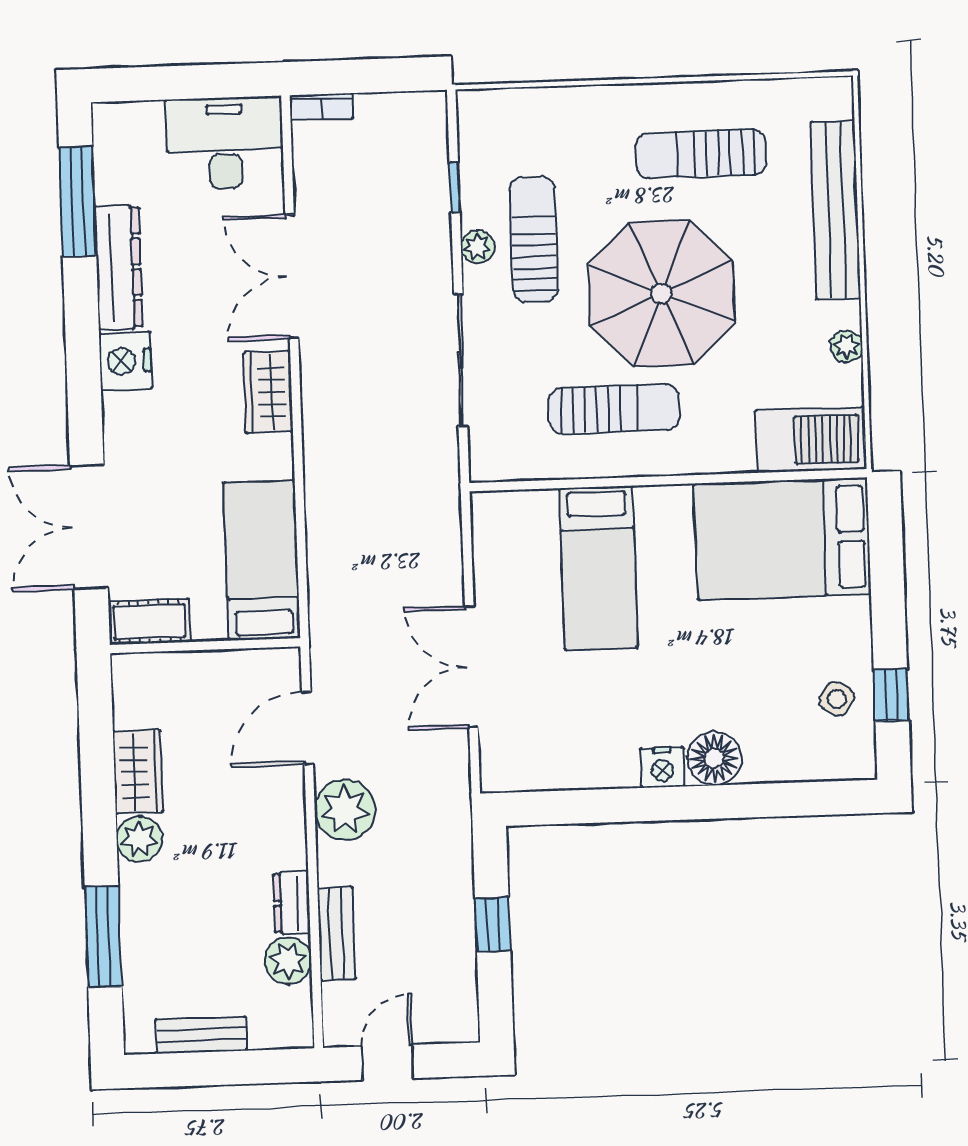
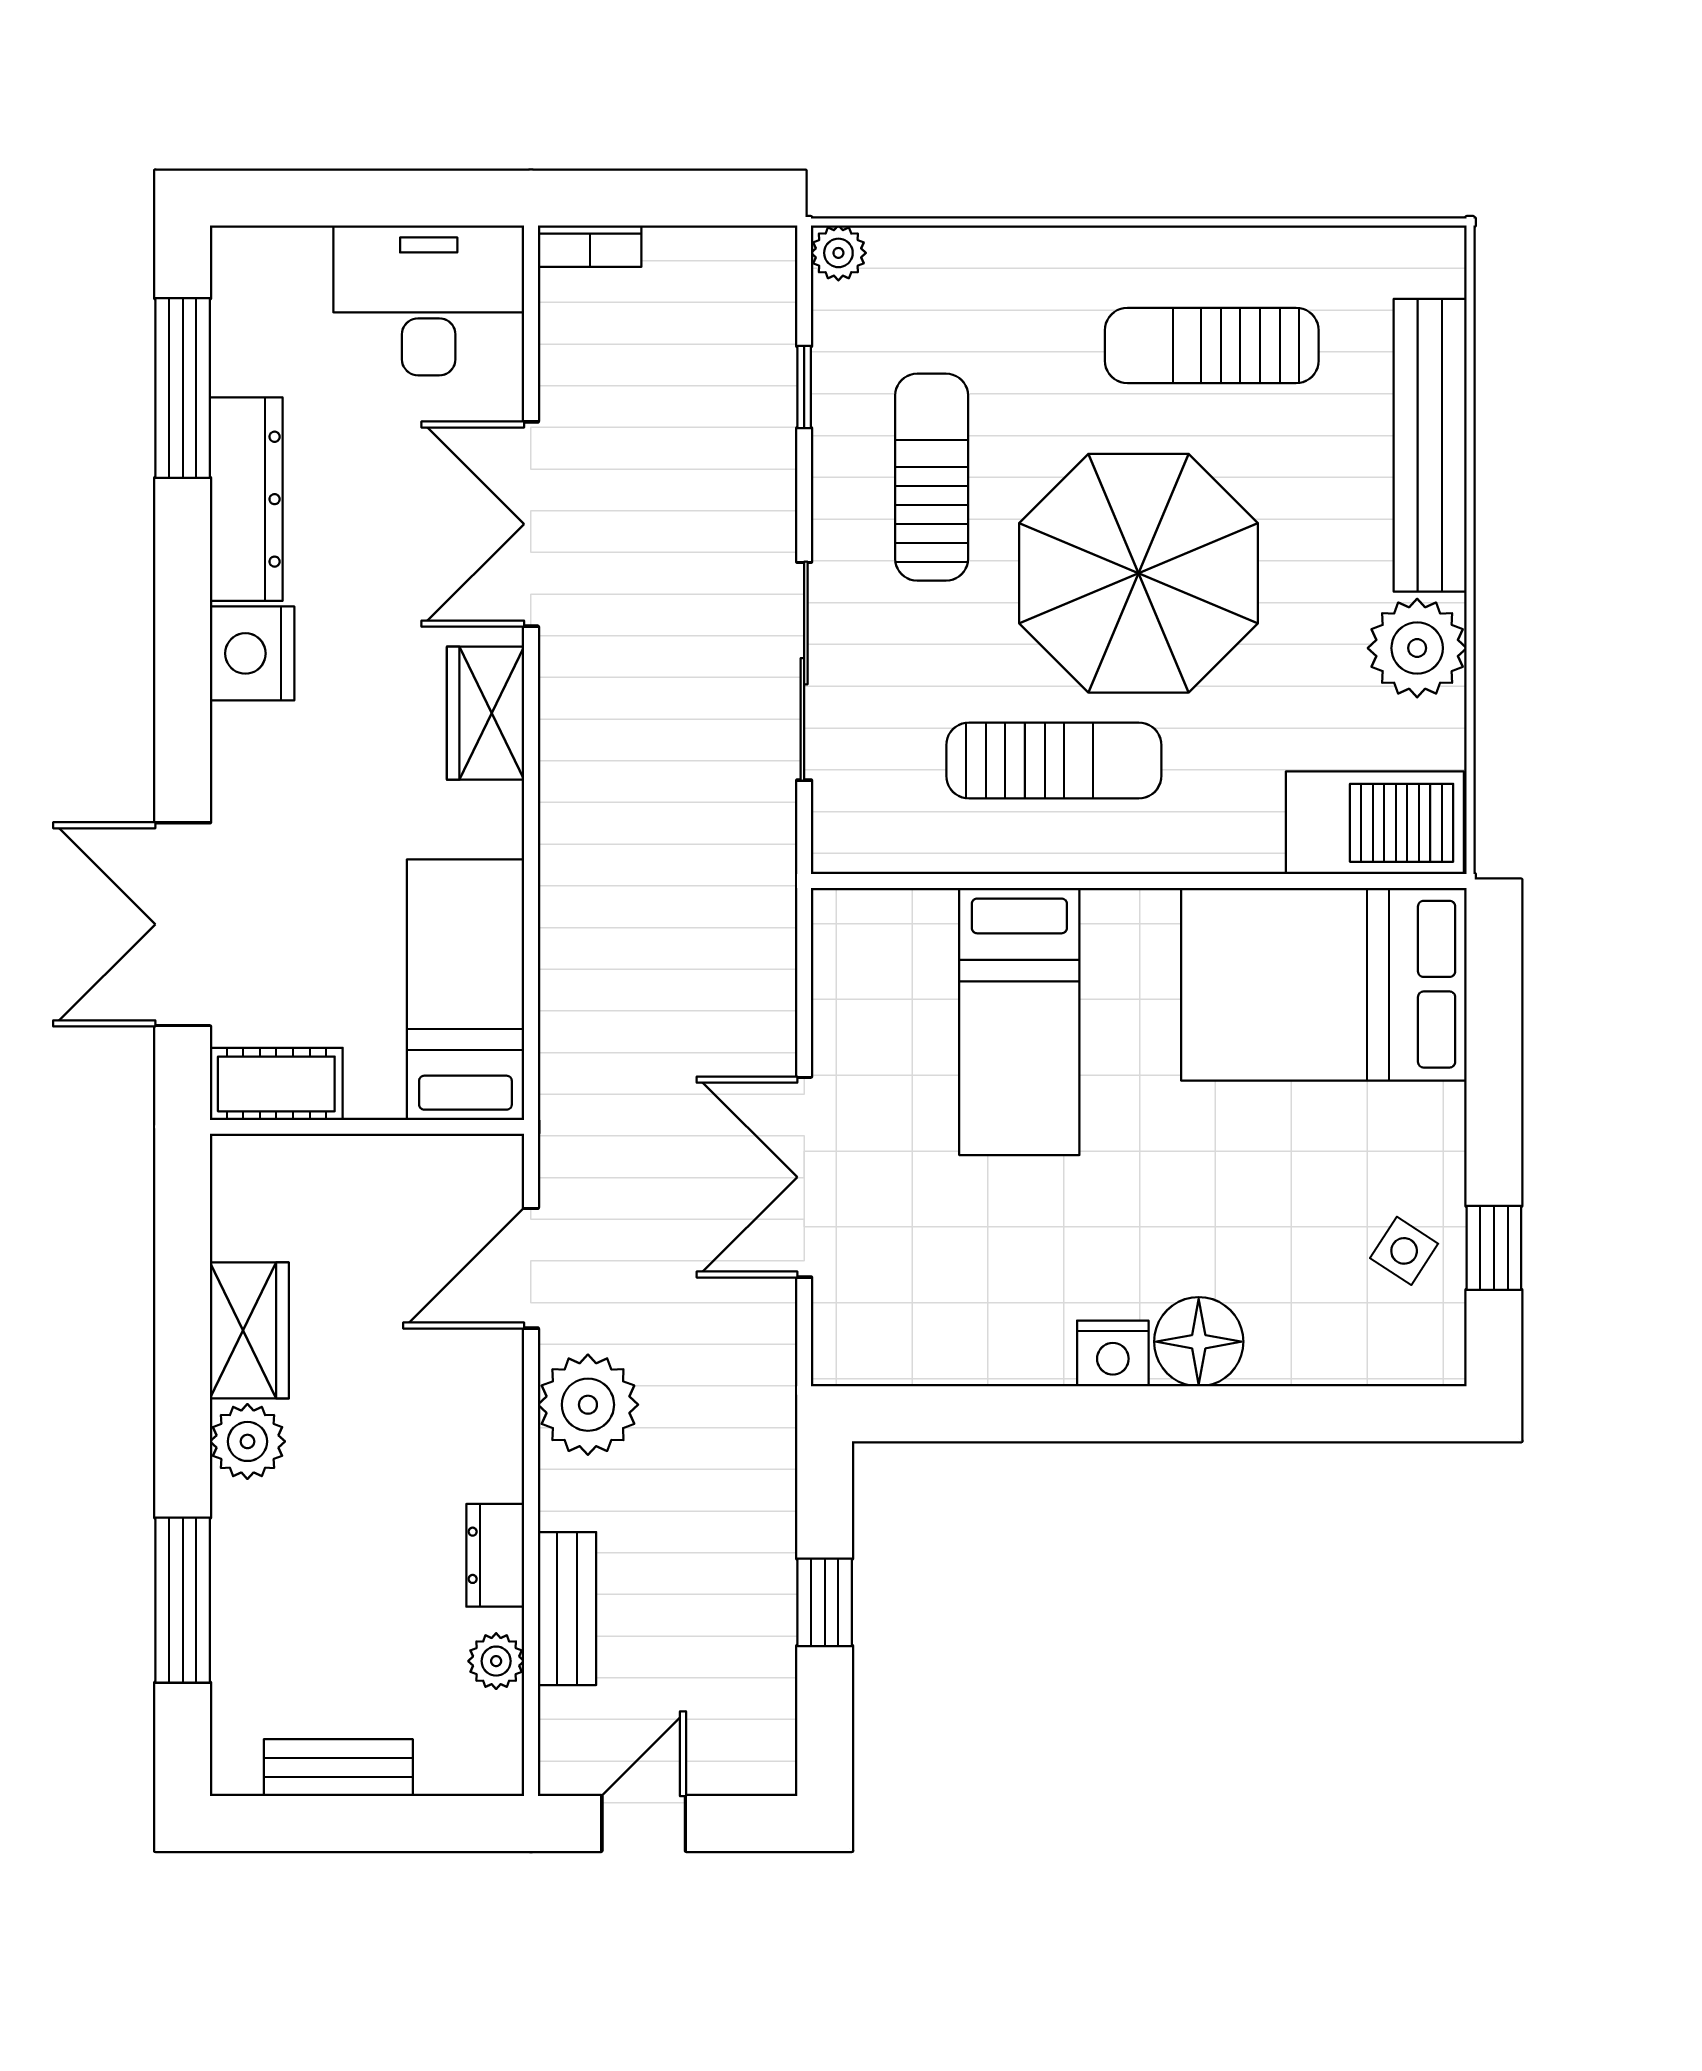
plant: (477, 247) -> (838, 253), moved
plant: (846, 346) -> (1417, 648), width x1.87, depth x1.87
plant: (288, 961) -> (496, 1661), width x0.73, depth x0.73

